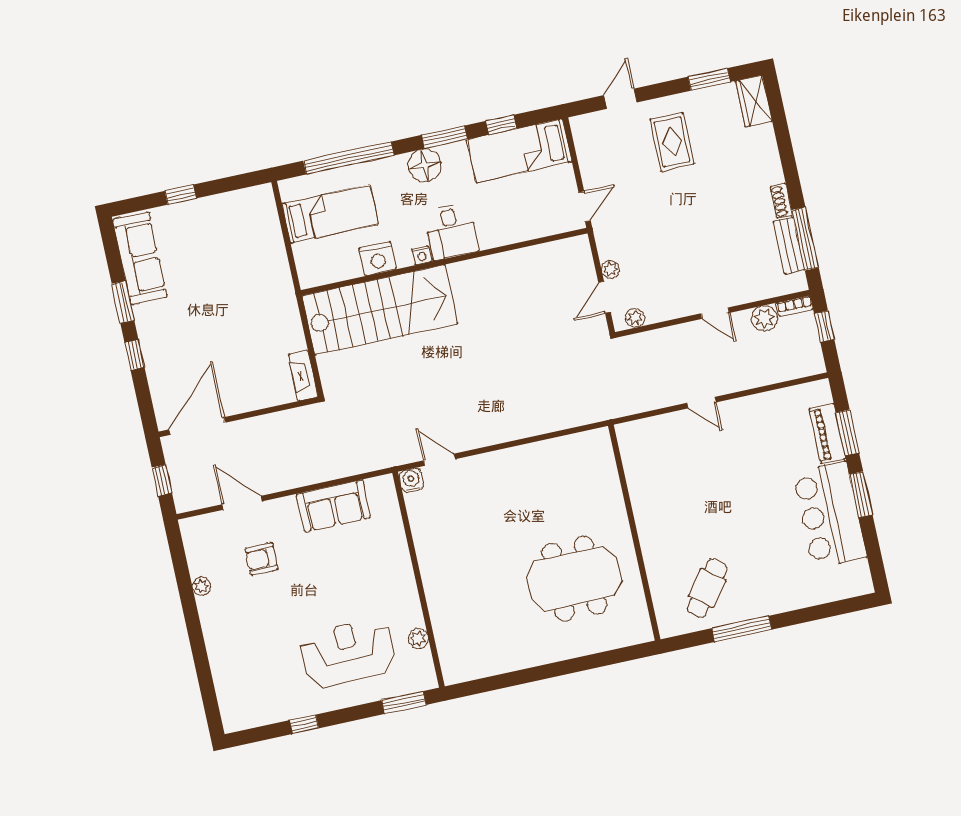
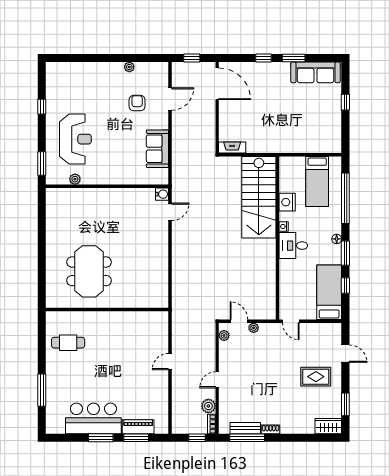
floor lamp: (425, 165) -> (337, 239), width x0.53, depth x0.53
cafe table: (707, 588) -> (68, 343), turned -37
window: (742, 629) -> (42, 390), moved

